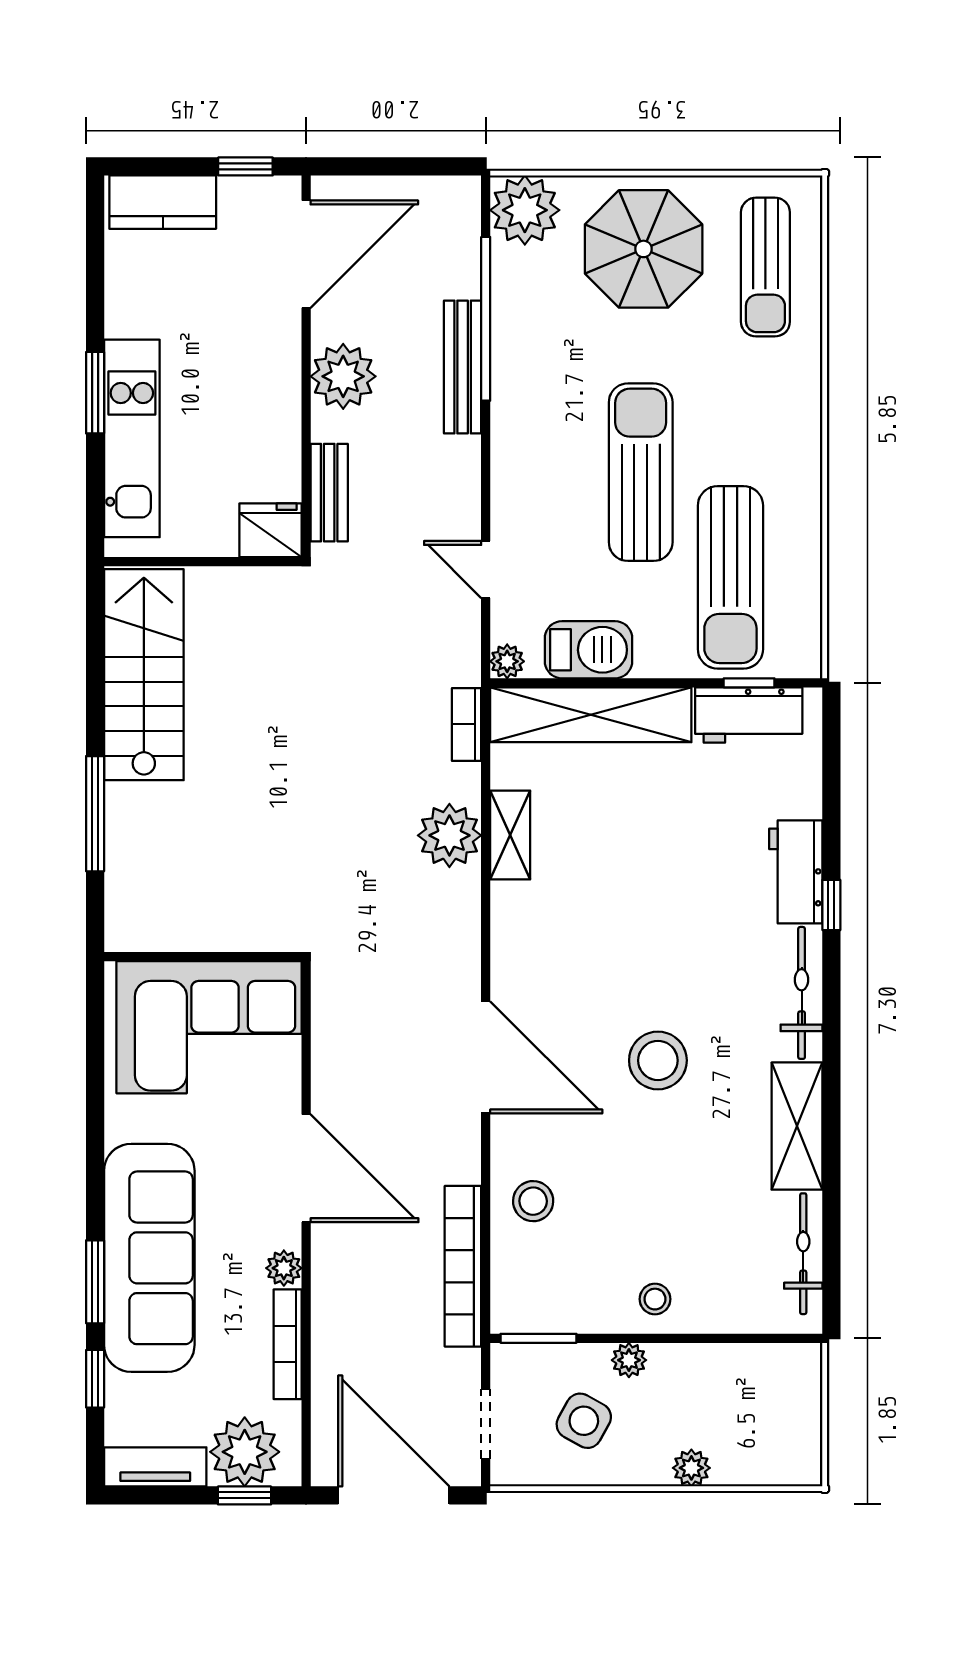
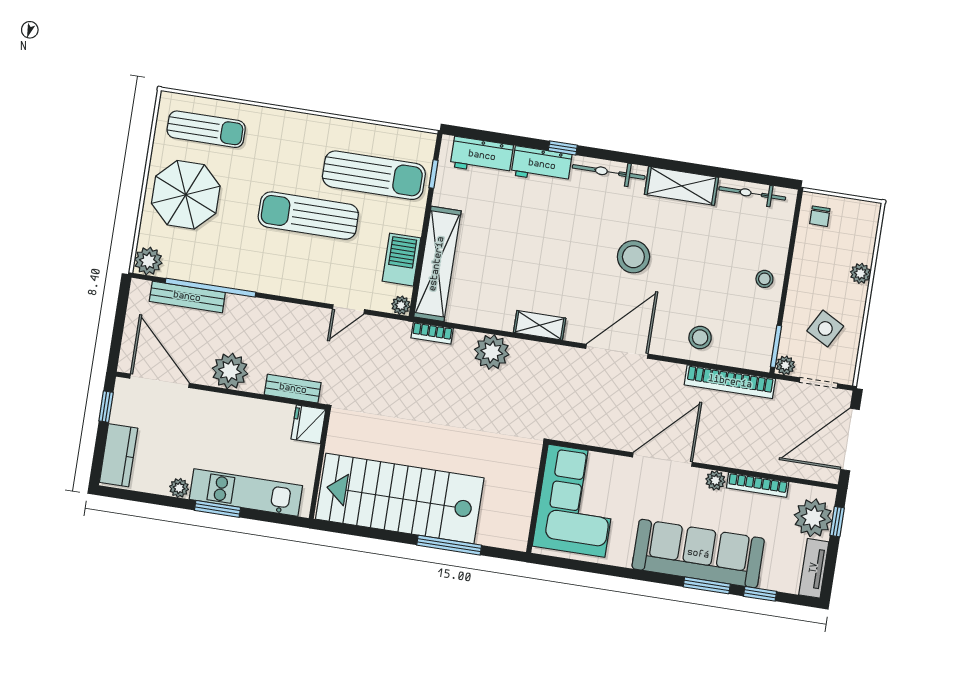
plant: (525, 210) -> (148, 261), width x0.73, depth x0.73
plant: (121, 319) -> (179, 488), added
bench: (463, 367) -> (187, 297), moved
stairs: (144, 675) -> (400, 499), width x1.36, depth x1.51
workbench: (749, 715) -> (482, 156), moved, turned 90
shelving: (510, 835) -> (540, 325), moved
plant: (629, 1360) -> (785, 365), moved
chair: (782, 1380) -> (820, 216), added

